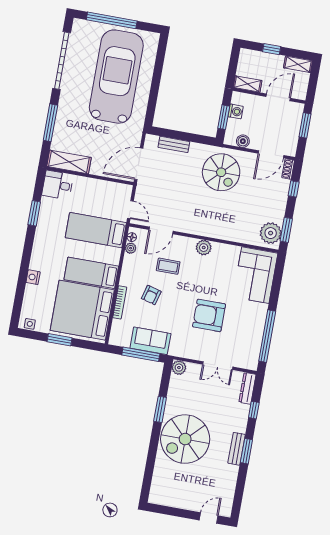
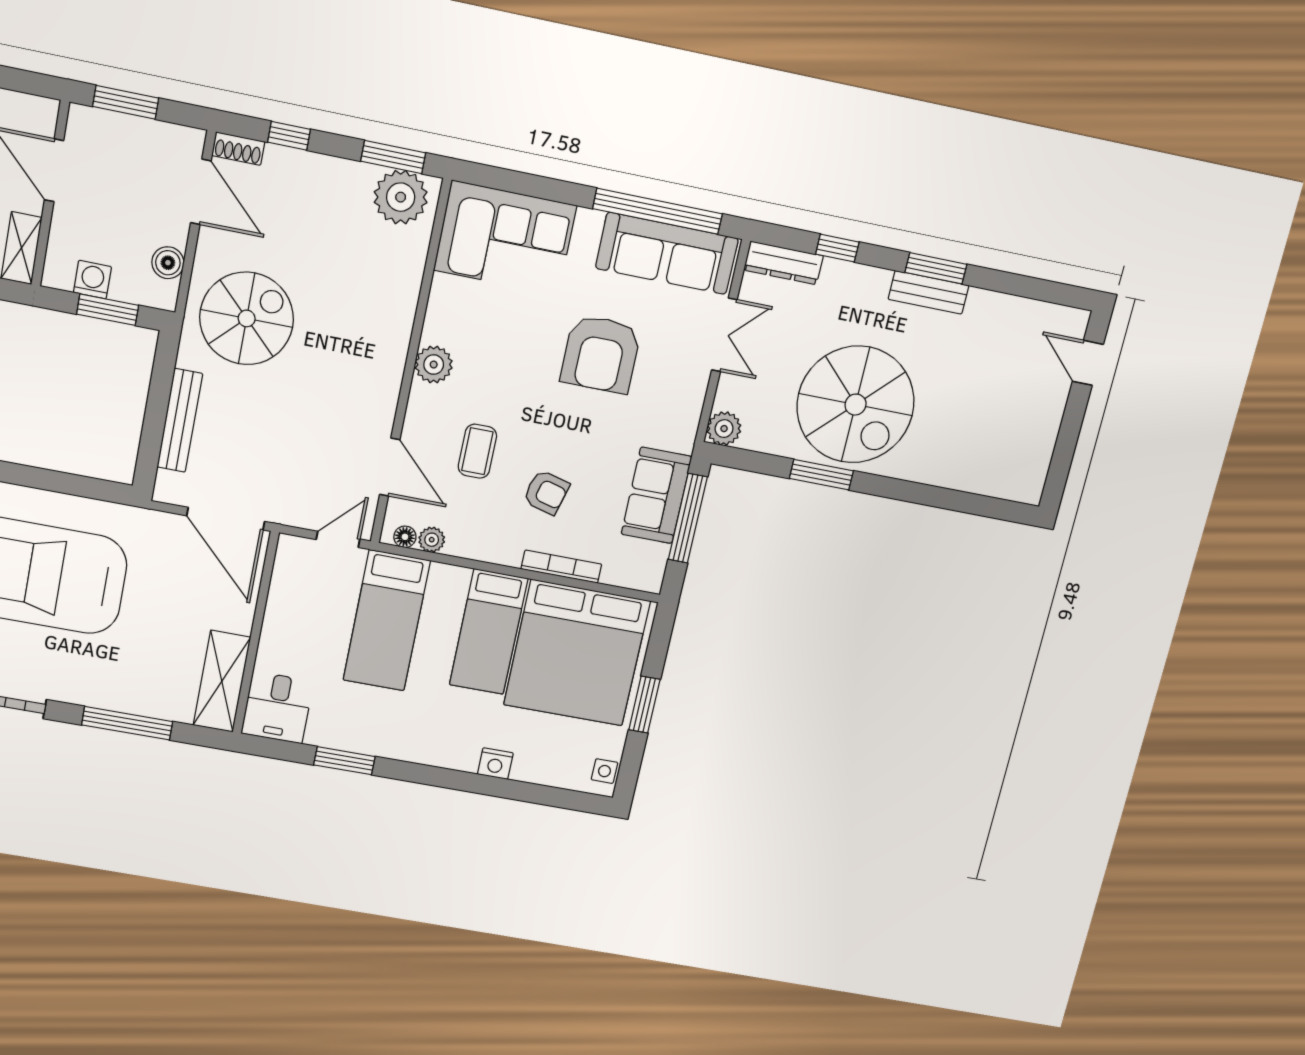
bench: (174, 144) -> (180, 420), width x1.36
sofa: (250, 341) -> (667, 253), added
spiral stairs: (185, 439) -> (856, 405), moved

